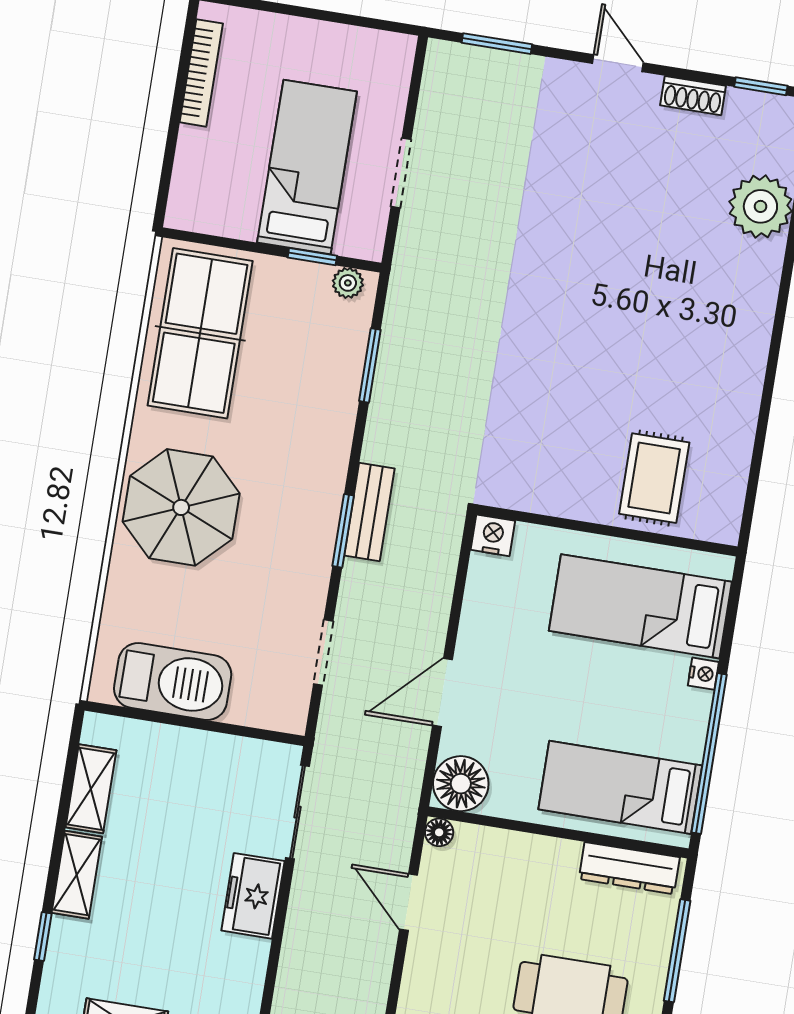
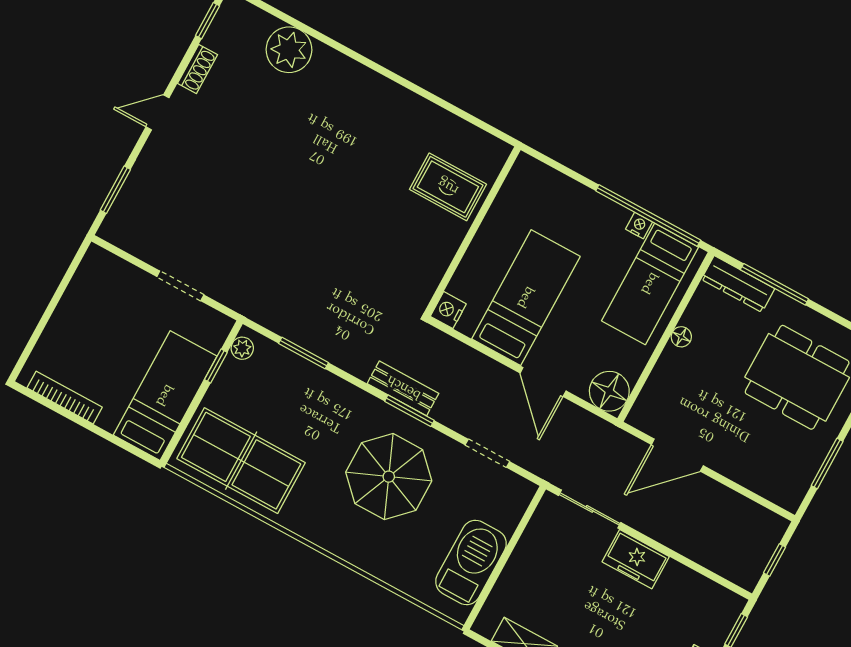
bed: (307, 167) -> (165, 396), moved, turned 90
parasol: (181, 507) -> (389, 477), moved
bed: (640, 606) -> (526, 298), moved, turned 180
nightstand: (703, 674) -> (639, 226), moved
floor lamp: (439, 832) -> (681, 337), moved
dresser: (629, 868) -> (738, 284), moved, turned 90
door: (409, 902) -> (677, 455), width x1.38

